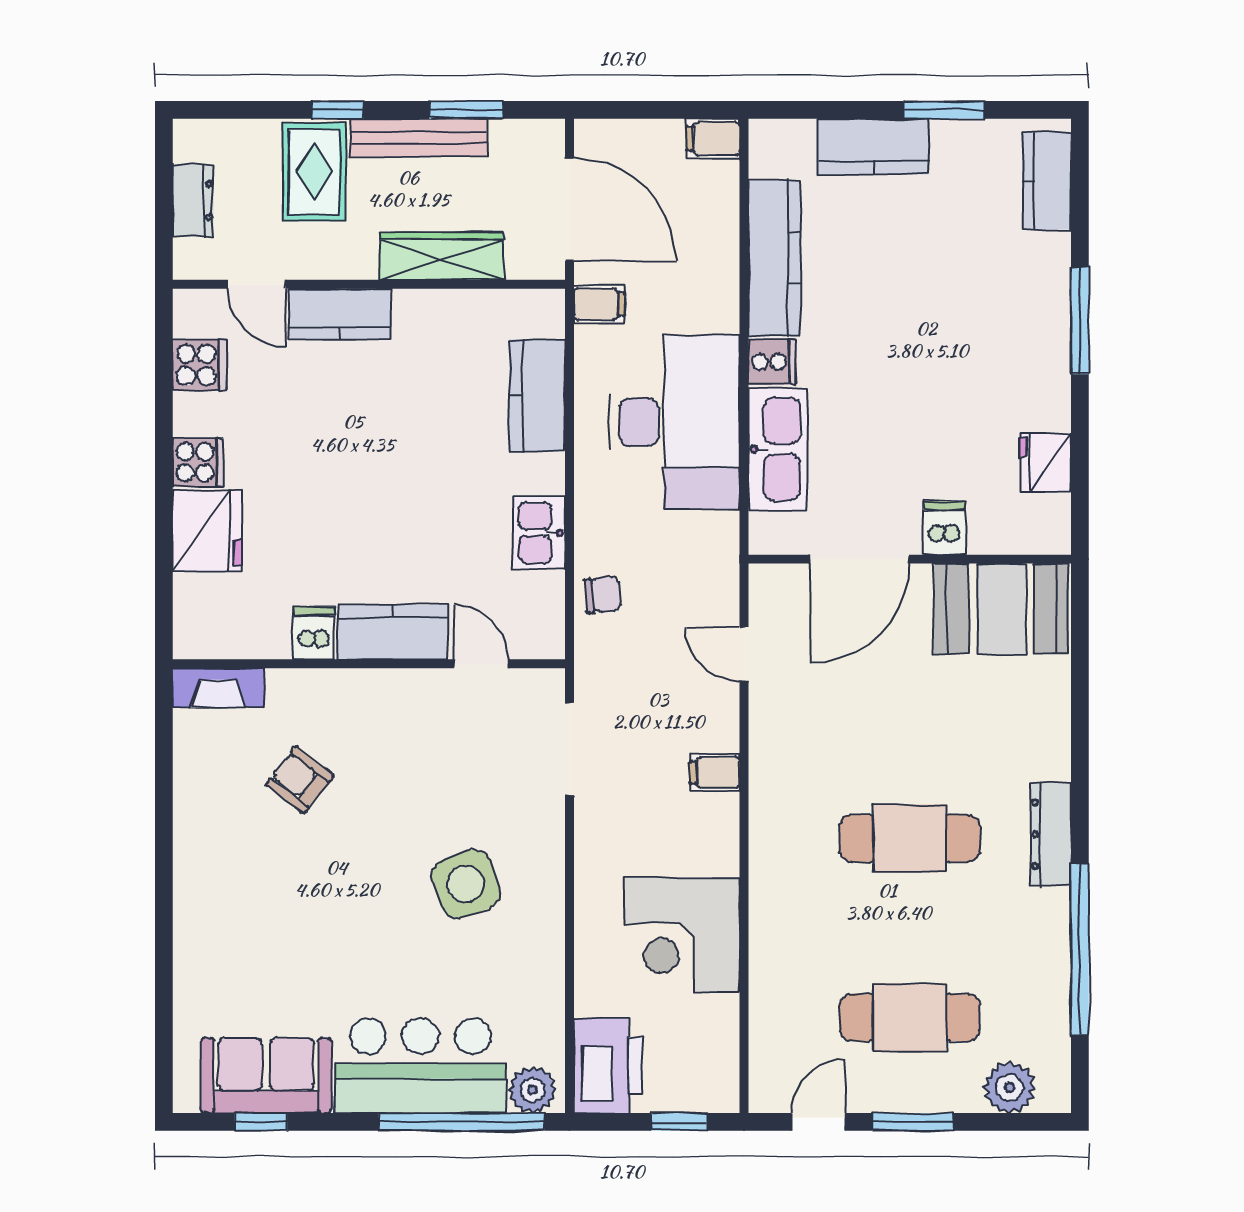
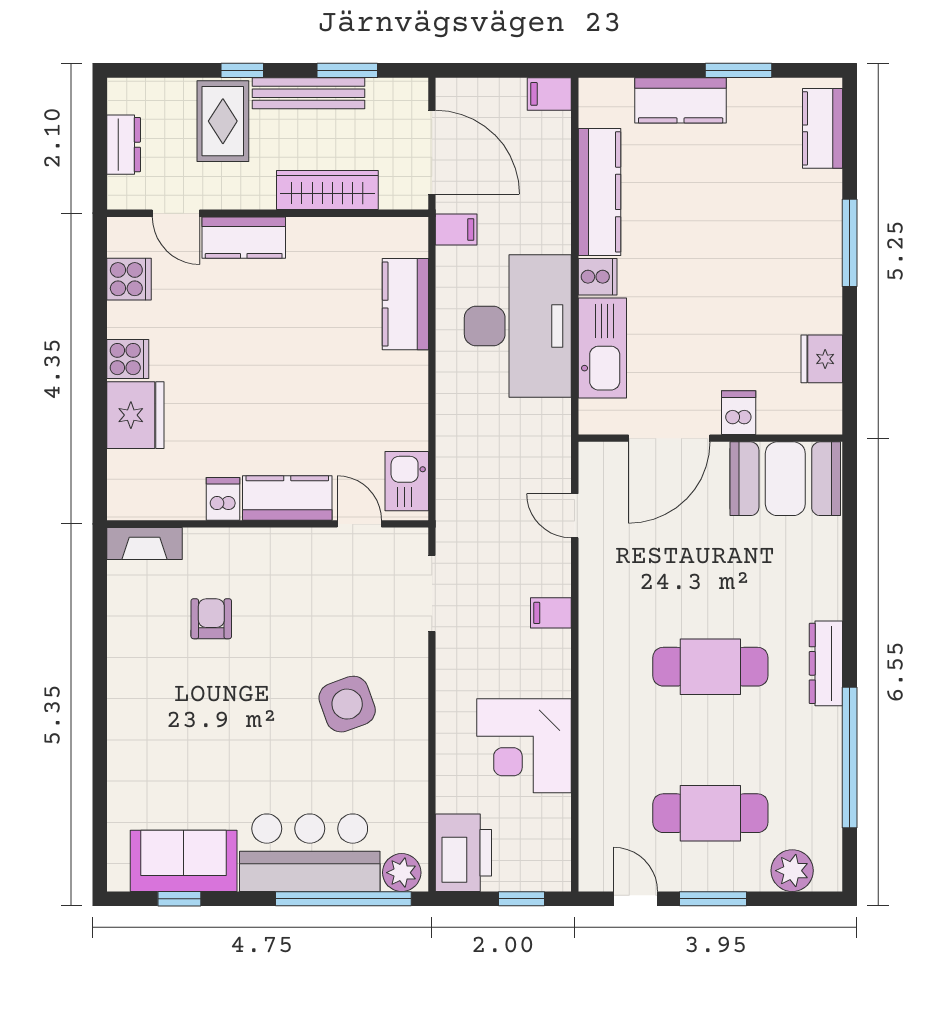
kitchen sink: (539, 533) -> (407, 481), moved
chair: (603, 595) -> (459, 467), removed
armchair: (300, 780) -> (211, 619), turned 52
door: (818, 1122) -> (636, 899), hinge flipped

